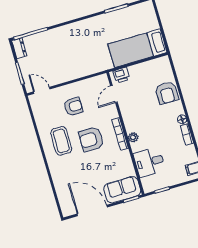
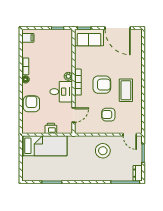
stool: (68, 62) -> (103, 151), added
printer: (121, 75) -> (51, 128), moved
desk: (149, 162) -> (61, 92), moved

